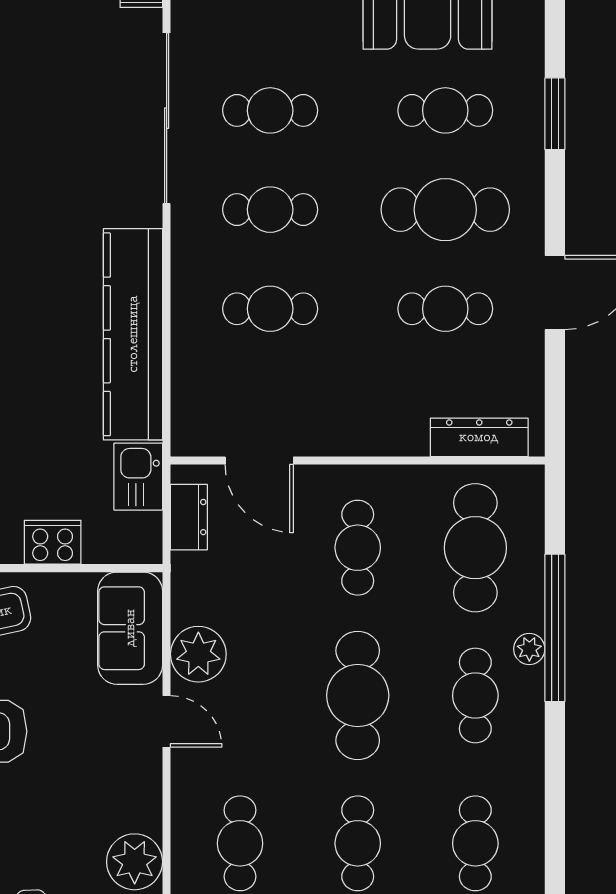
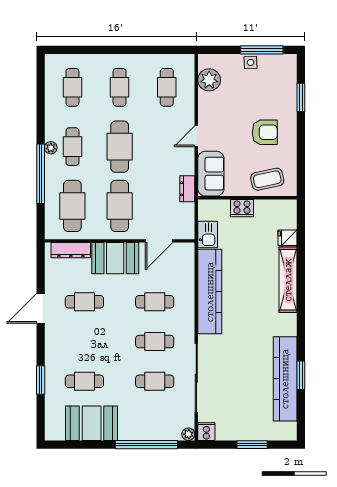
cafe table: (445, 210) -> (84, 342), removed
booth: (369, 417) -> (115, 258), added
door: (259, 461) -> (159, 241), swing flipped
dresser: (189, 517) -> (187, 189), moved
cafe table: (358, 548) -> (120, 206), width x1.37, depth x1.35
plant: (529, 649) -> (51, 148), moved
plant: (198, 654) -> (184, 163), removed
door: (167, 721) -> (196, 136), hinge flipped

